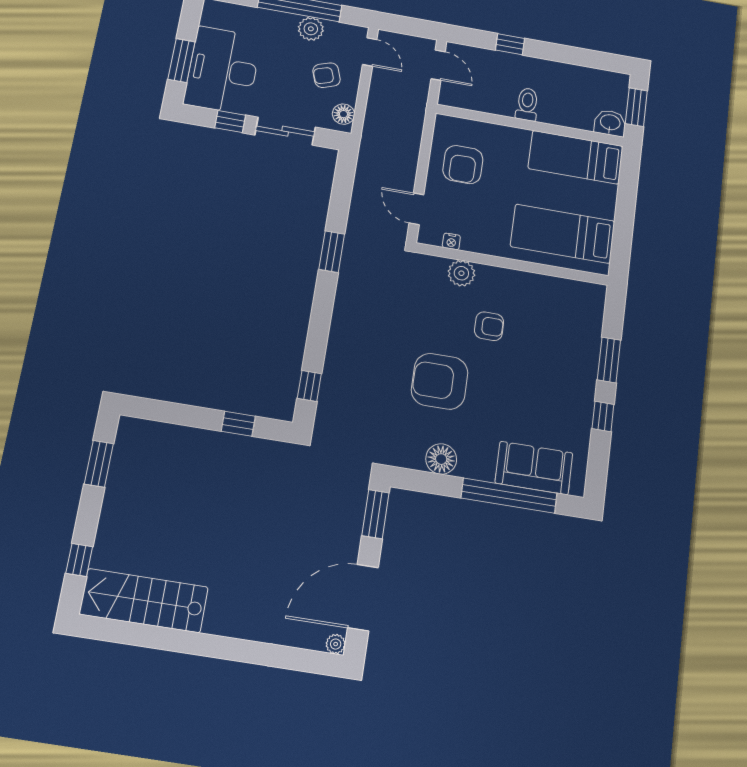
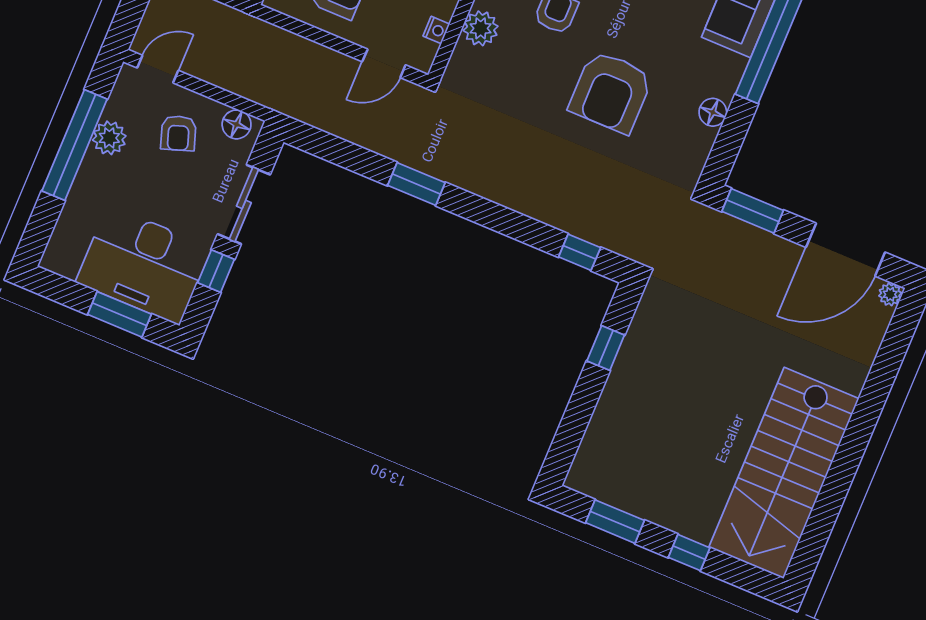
floor lamp: (441, 459) -> (713, 112), width x0.73, depth x0.73
window: (79, 560) -> (689, 553), moved
door: (363, 598) -> (846, 250), hinge flipped
stairs: (144, 601) -> (784, 473), width x1.36, depth x1.51

